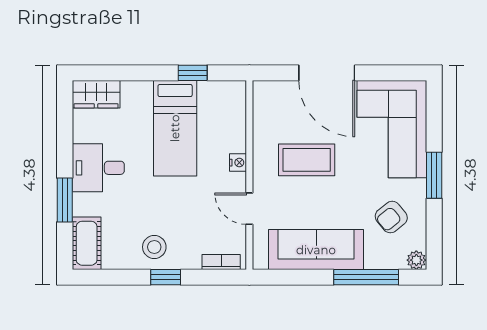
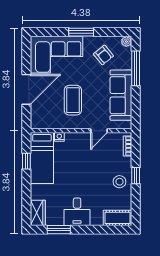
bed: (175, 128) -> (42, 158), moved, turned 90
nightstand: (238, 163) -> (59, 137), moved
window: (65, 200) -> (59, 230), moved

